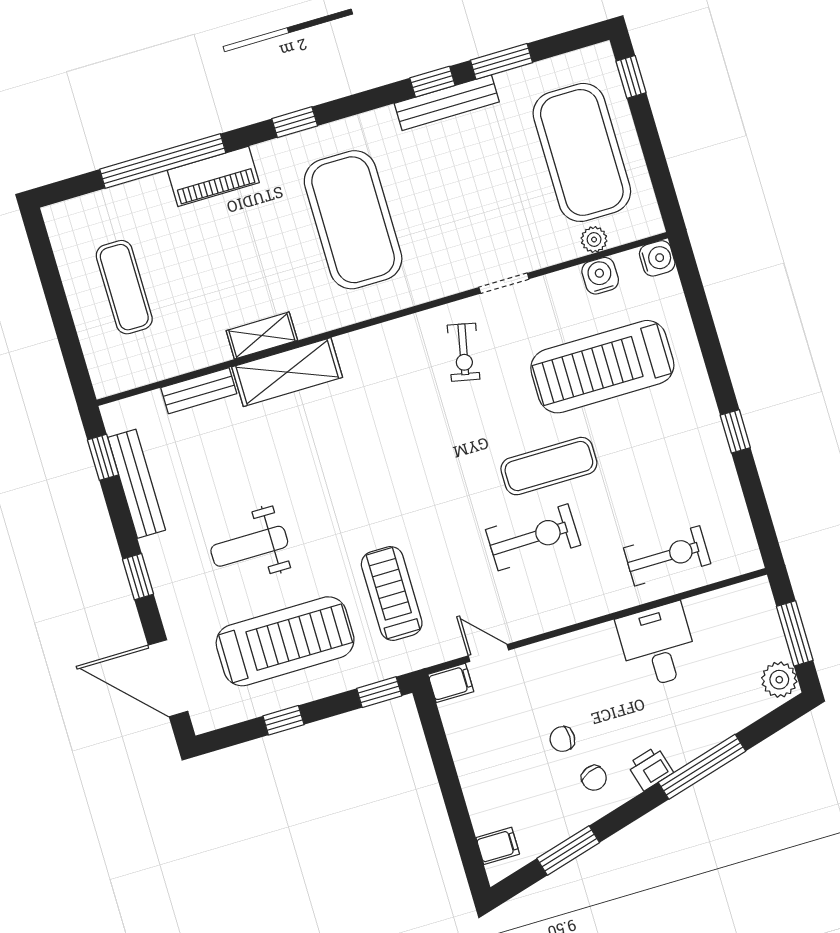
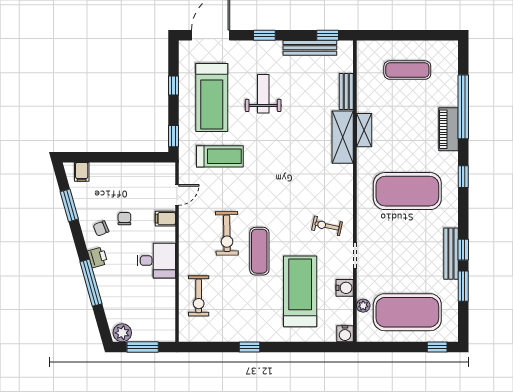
water cooler: (600, 276) -> (345, 288), moved
desk: (658, 645) -> (156, 261), moved
filing cabinet: (451, 683) -> (165, 219), moved, turned 90

